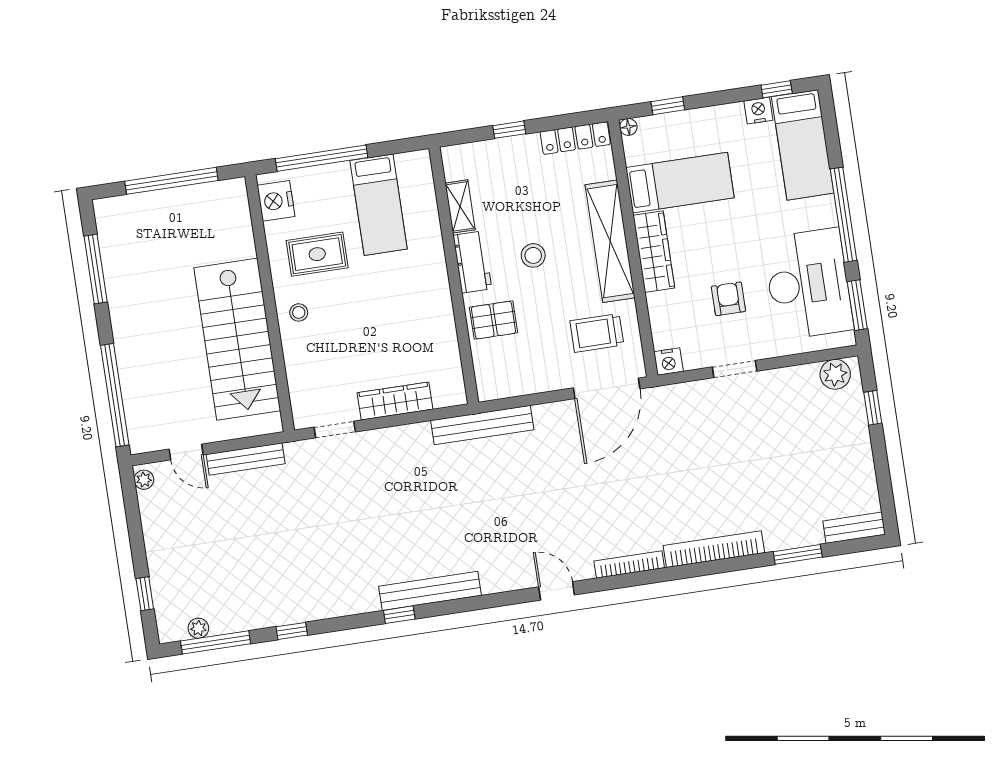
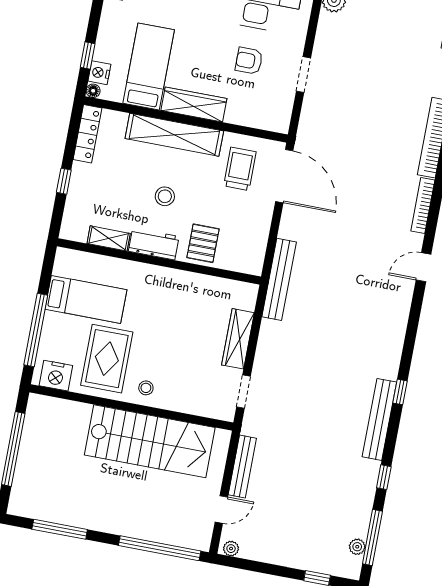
rug: (317, 254) -> (107, 359), width x1.36, depth x1.43
trolley: (597, 333) -> (240, 169), turned 180
nightstand: (668, 362) -> (99, 73), moved, turned 180
bench: (430, 591) -> (379, 419), moved

